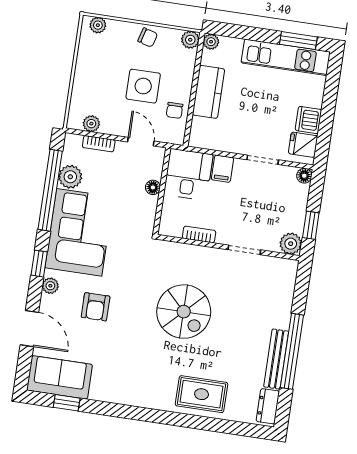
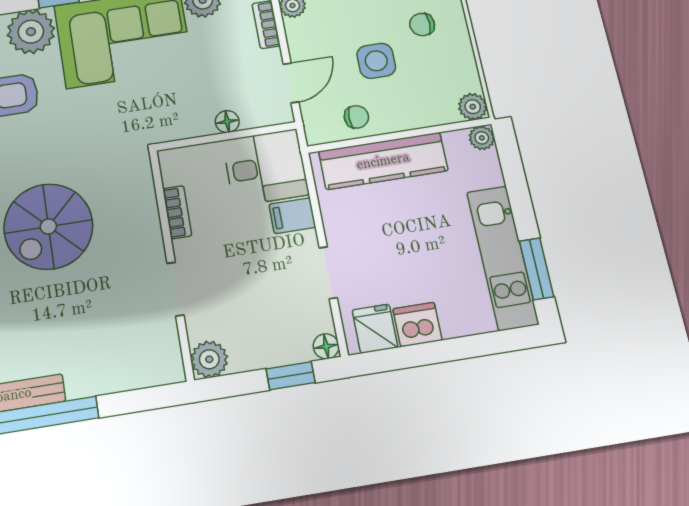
chair: (148, 38) -> (422, 24), moved, turned 74
side table: (143, 86) -> (376, 61), width x0.73, depth x0.73
kitchen counter: (208, 92) -> (383, 161), width x1.50
chair: (175, 110) -> (356, 117), turned 180
window: (311, 225) -> (291, 376), moved
plant: (50, 286) -> (31, 32), width x1.87, depth x1.87

